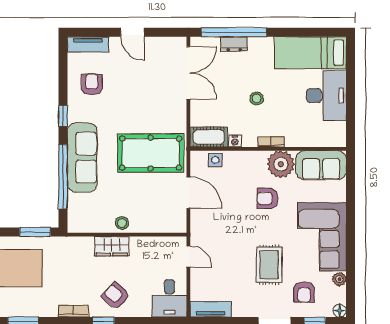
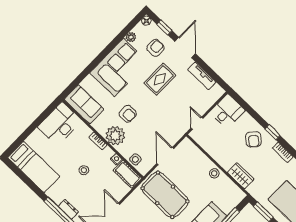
desk: (326, 96) -> (60, 124), moved
plant: (281, 164) -> (115, 136), moved
wardrobe: (112, 246) -> (241, 176), moved
tv unit: (211, 309) -> (202, 76), moved

